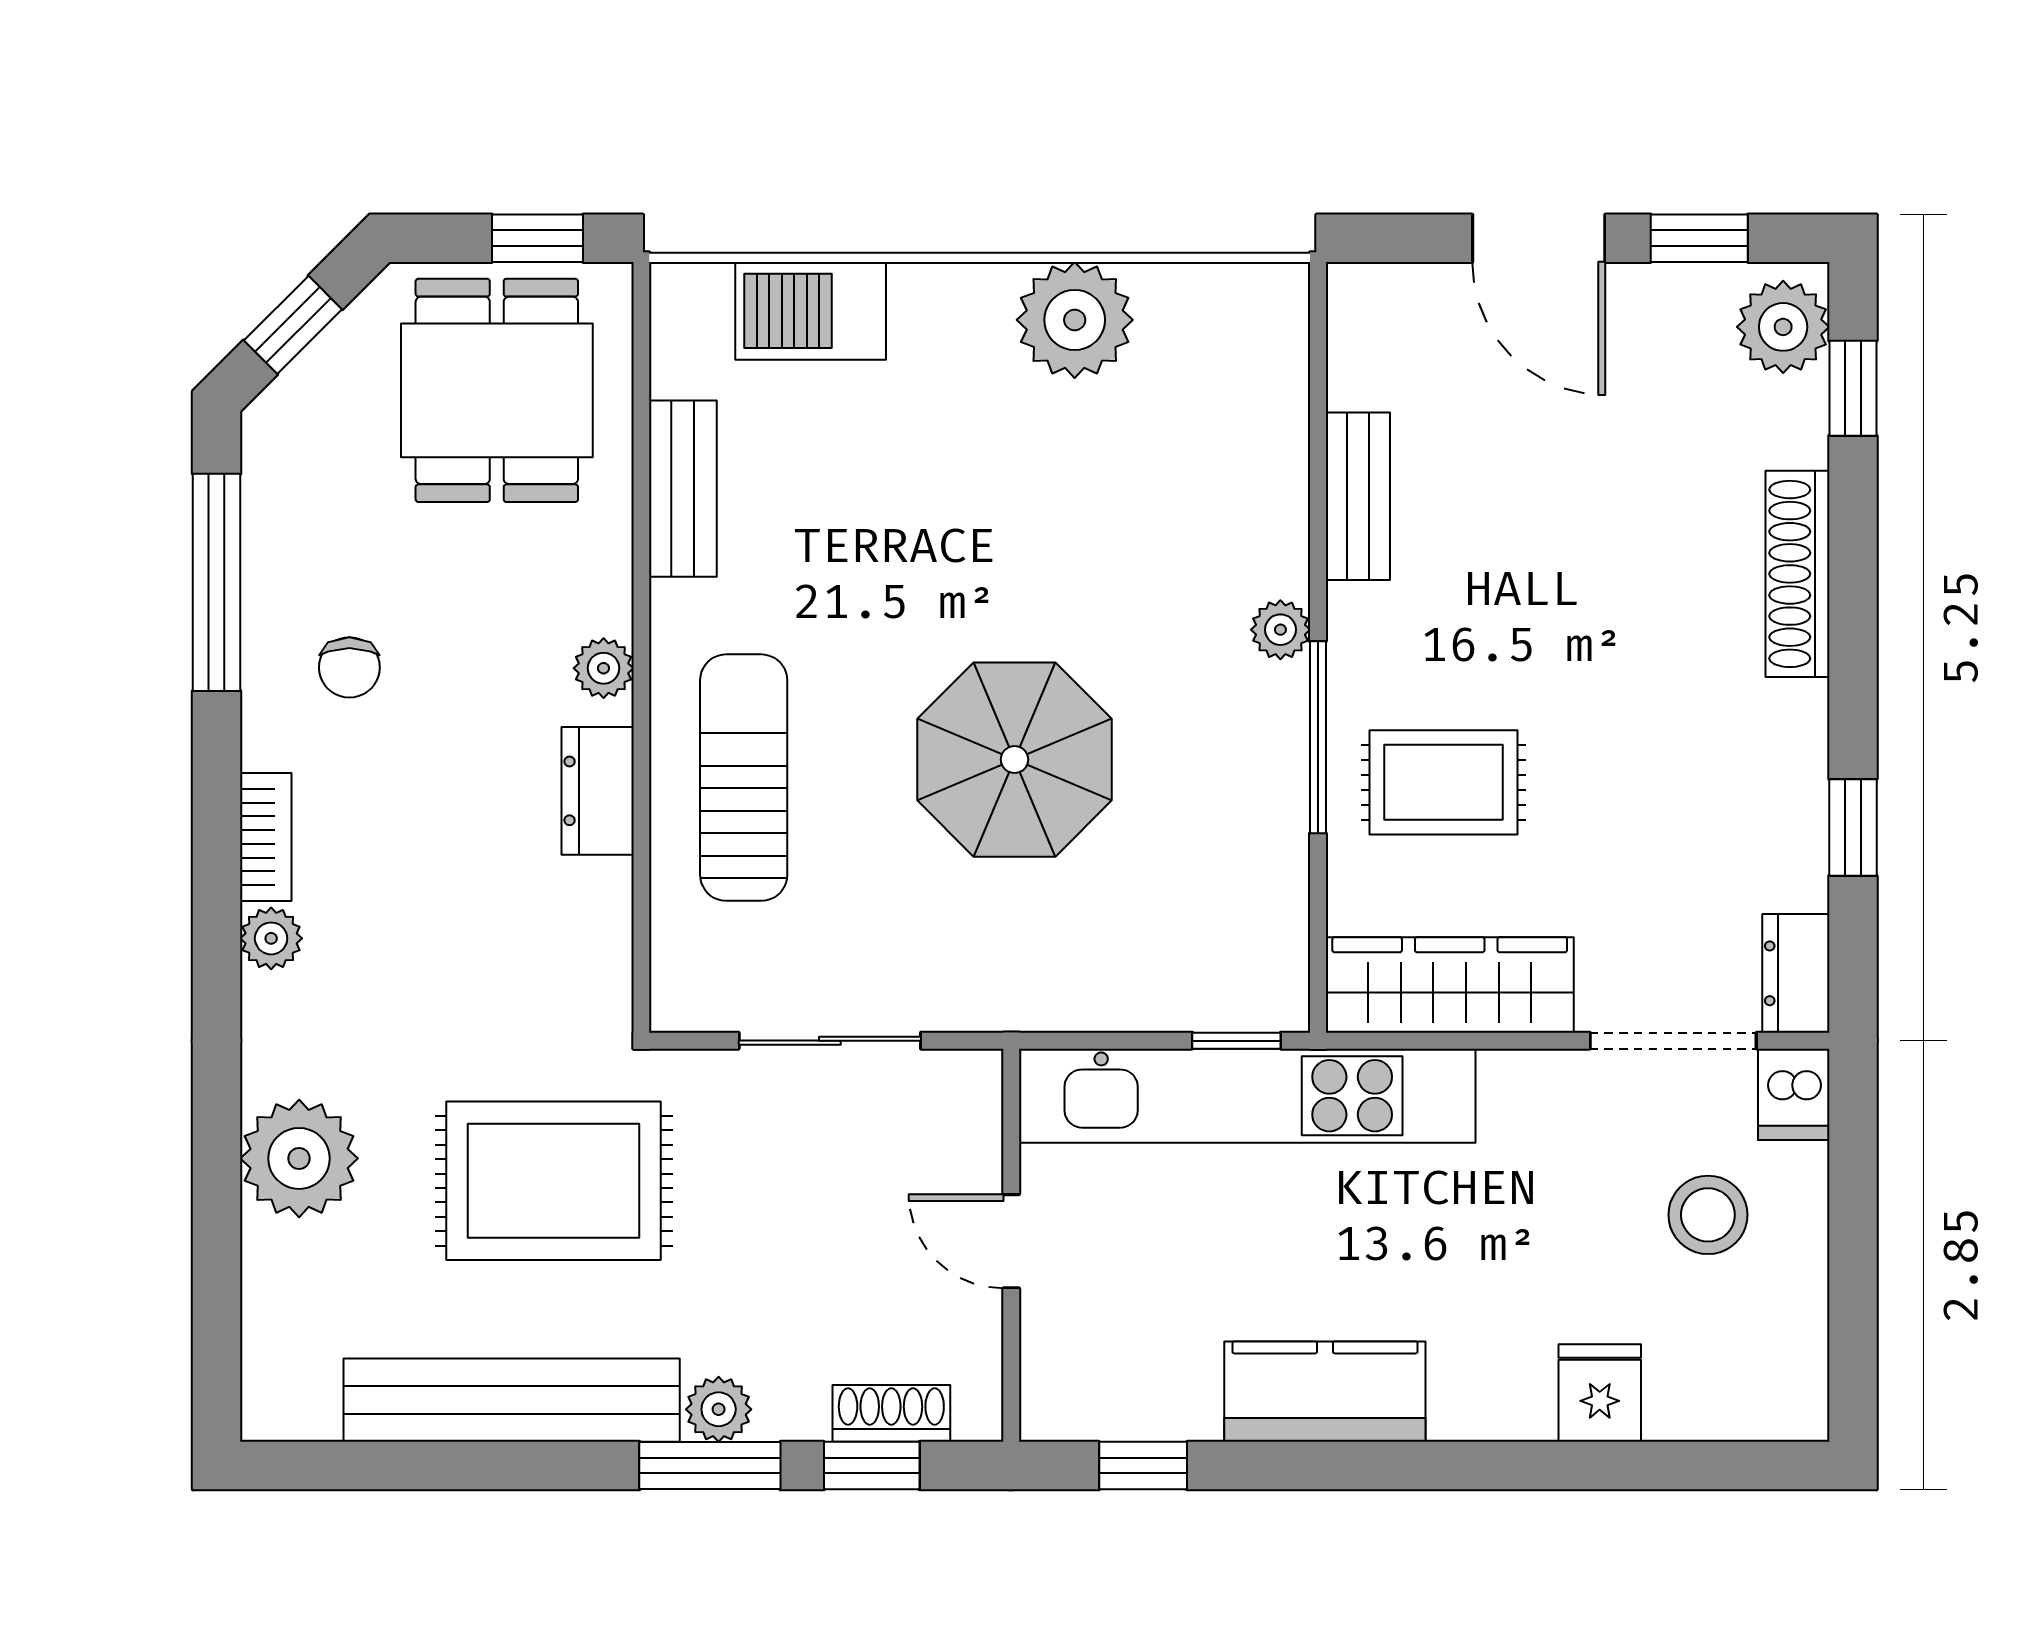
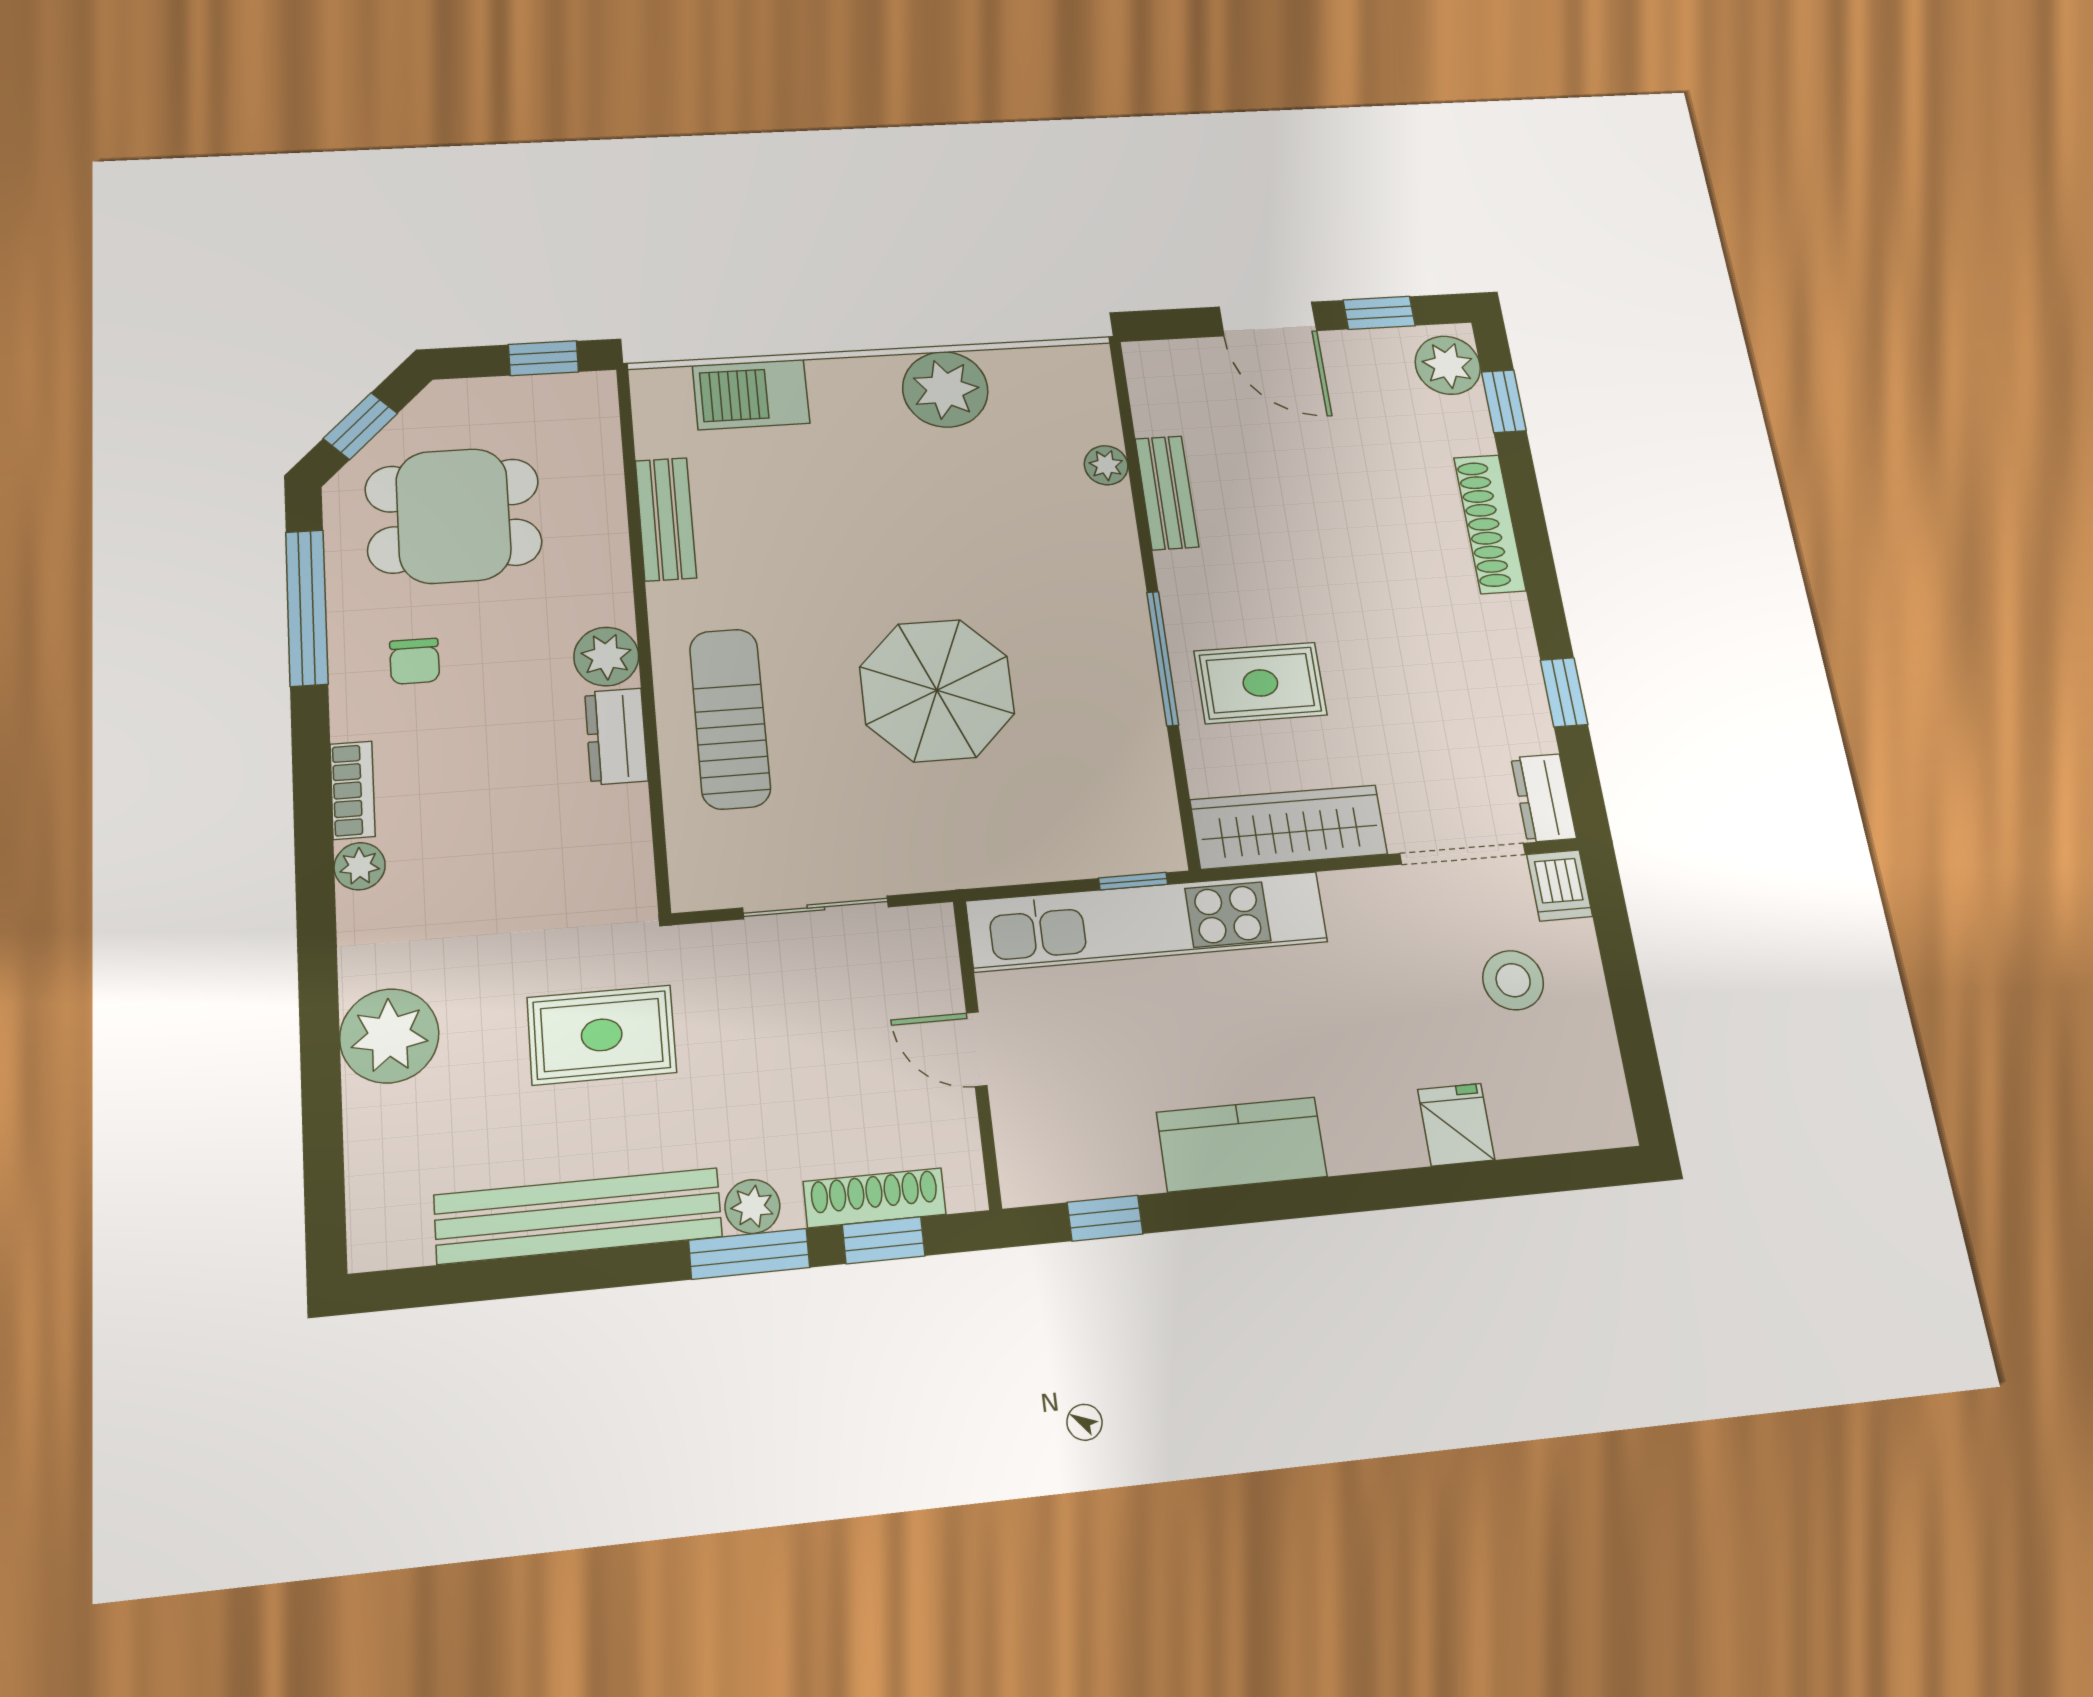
dining table: (497, 390) -> (453, 516), moved, turned 90
plant: (1280, 630) -> (1106, 465), moved
plant: (604, 668) -> (606, 657), width x1.38, depth x1.38
rug: (554, 1181) -> (602, 1035), width x0.73, depth x0.70
shoe rack: (891, 1413) -> (875, 1198), width x1.43

